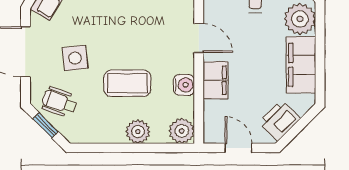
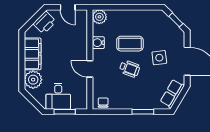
filing cabinet: (216, 80) -> (80, 45), removed
wheelchair: (59, 102) -> (130, 69), moved
plant: (138, 132) -> (124, 16), removed

